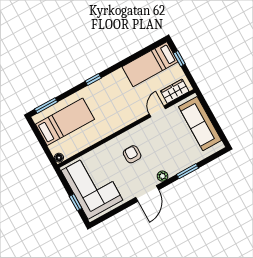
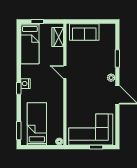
nightstand: (103, 84) -> (25, 84), added
door: (157, 111) -> (65, 72), moved
sofa: (200, 124) -> (84, 32), width x0.73
armchair: (132, 154) -> (85, 90), removed

